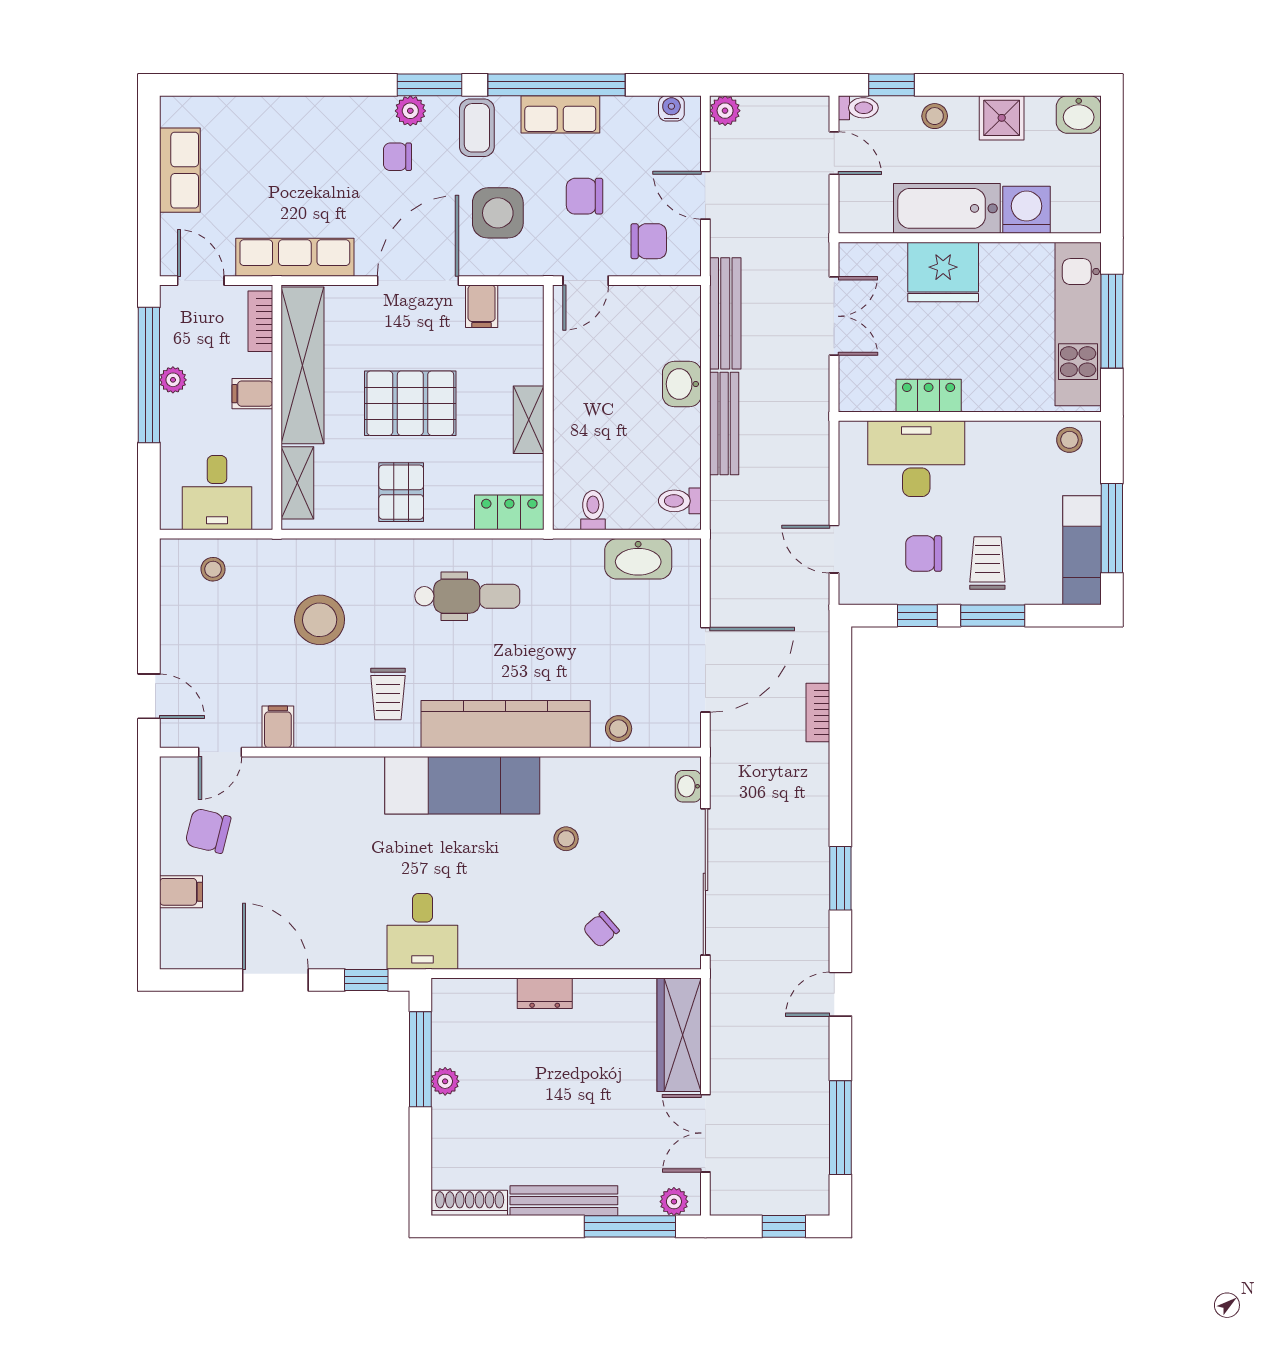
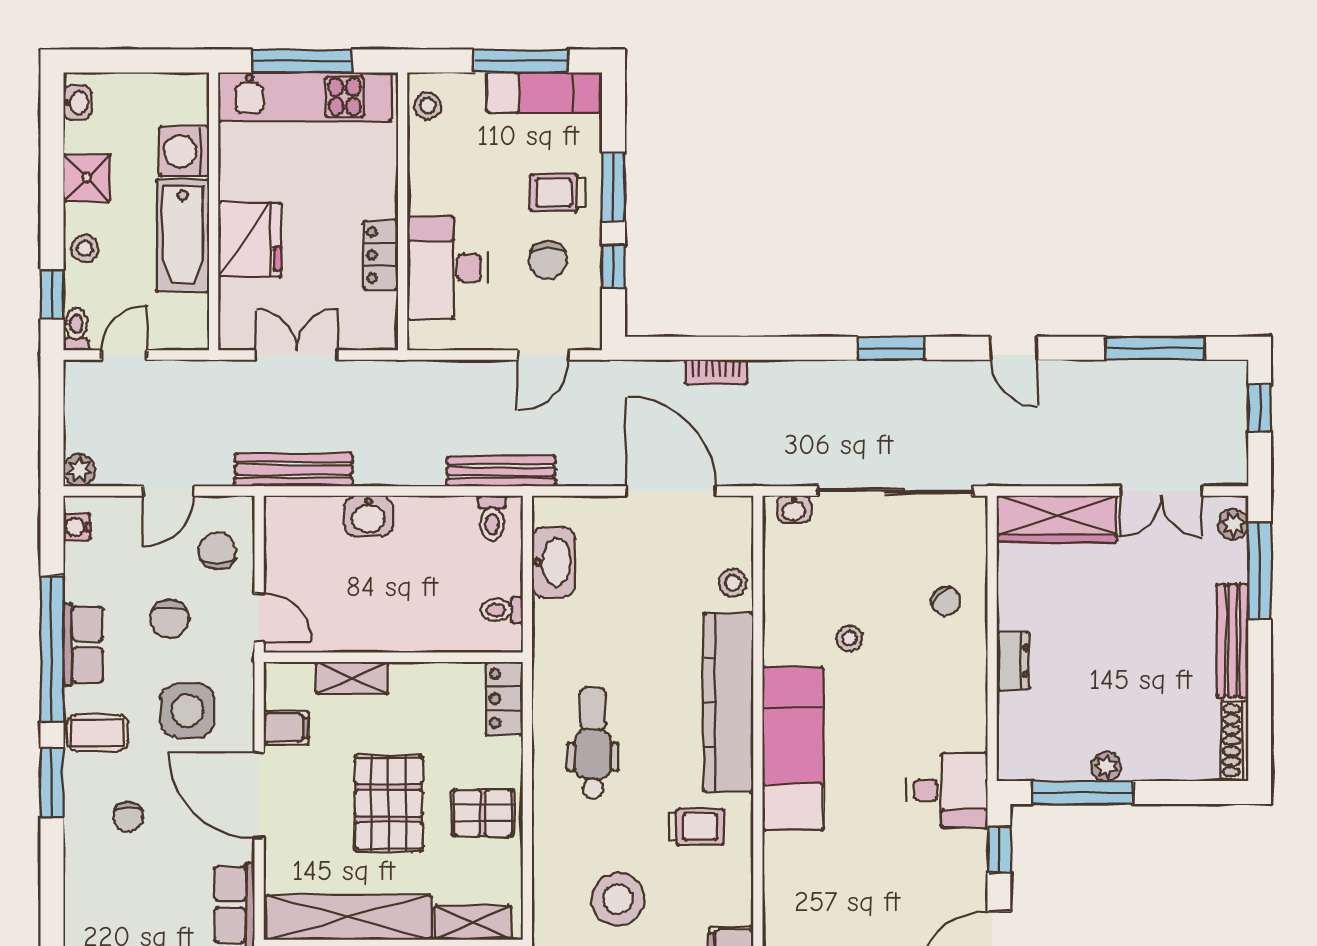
plant: (410, 111) -> (79, 803), removed
washbasin: (1079, 114) -> (77, 103), width x0.72, depth x0.69
shelving: (529, 420) -> (352, 678), moved
bench: (724, 423) -> (501, 471), moved

